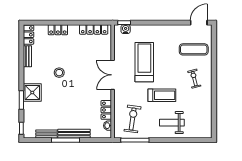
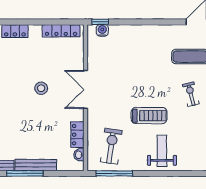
treadmill: (144, 62) -> (126, 73), removed
stool: (59, 73) -> (41, 88), moved
weight bench: (172, 123) -> (162, 151), turned 90

